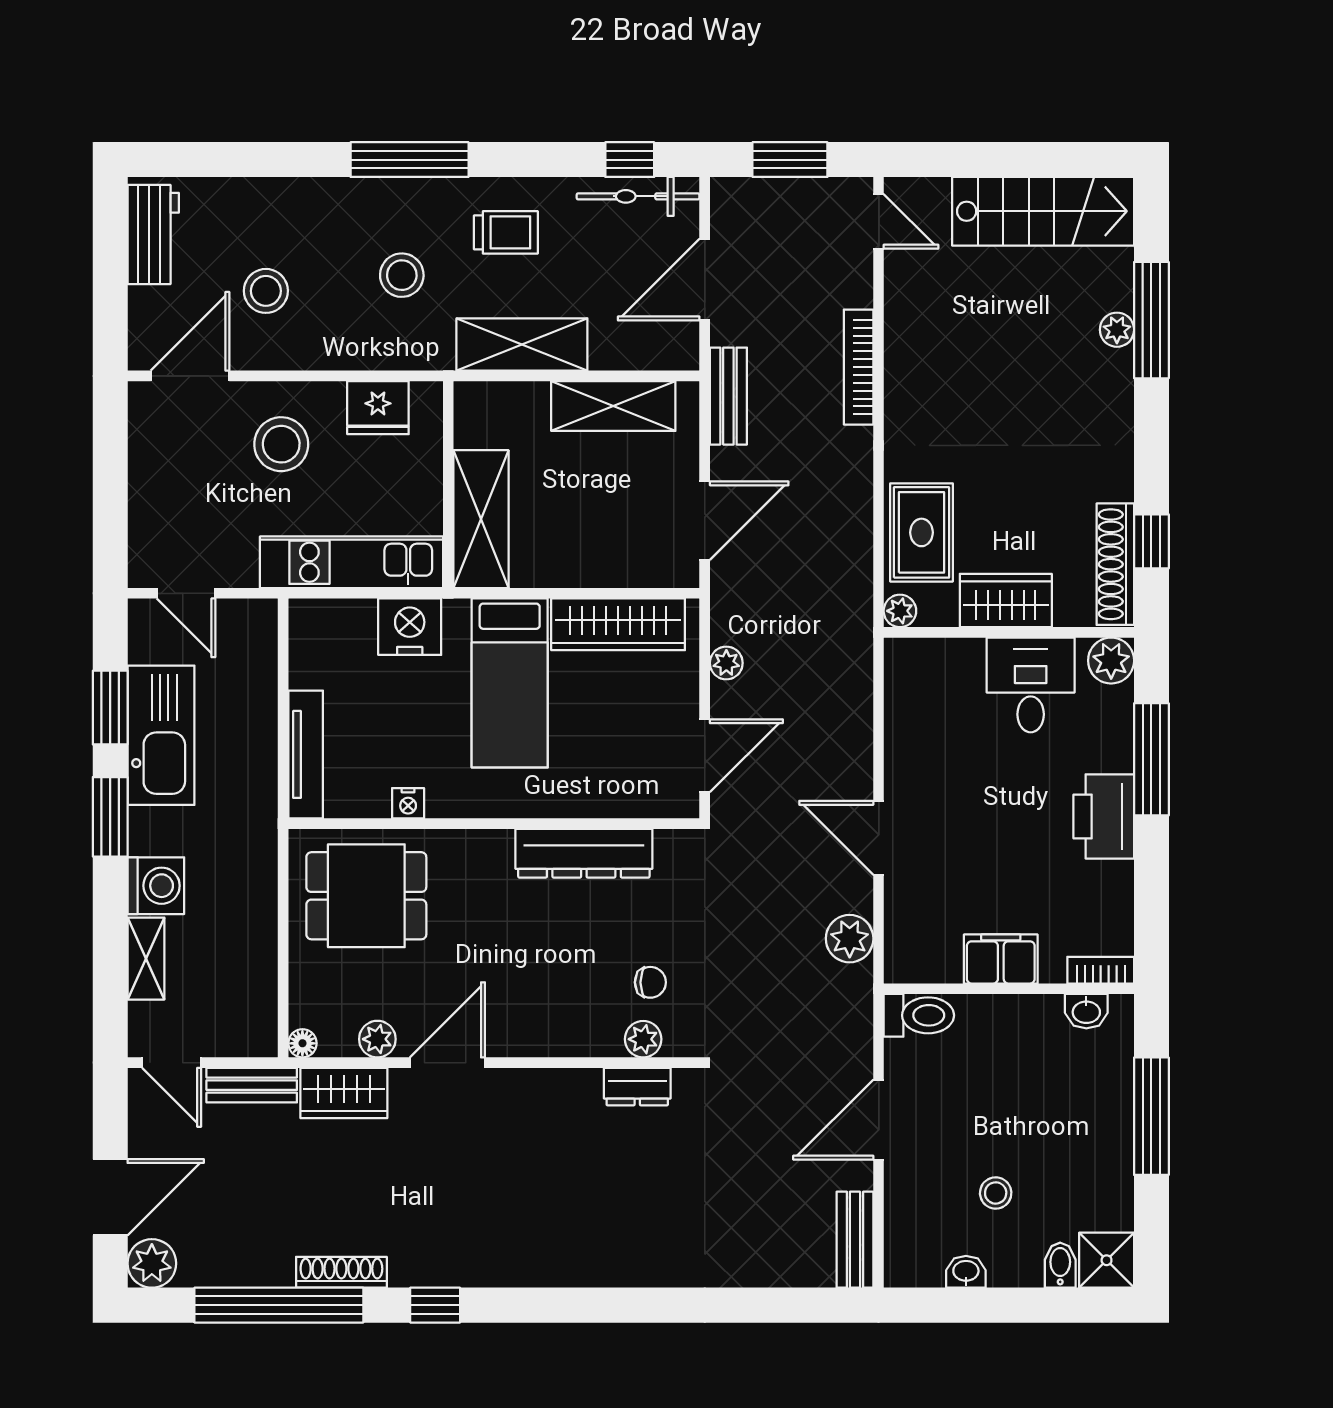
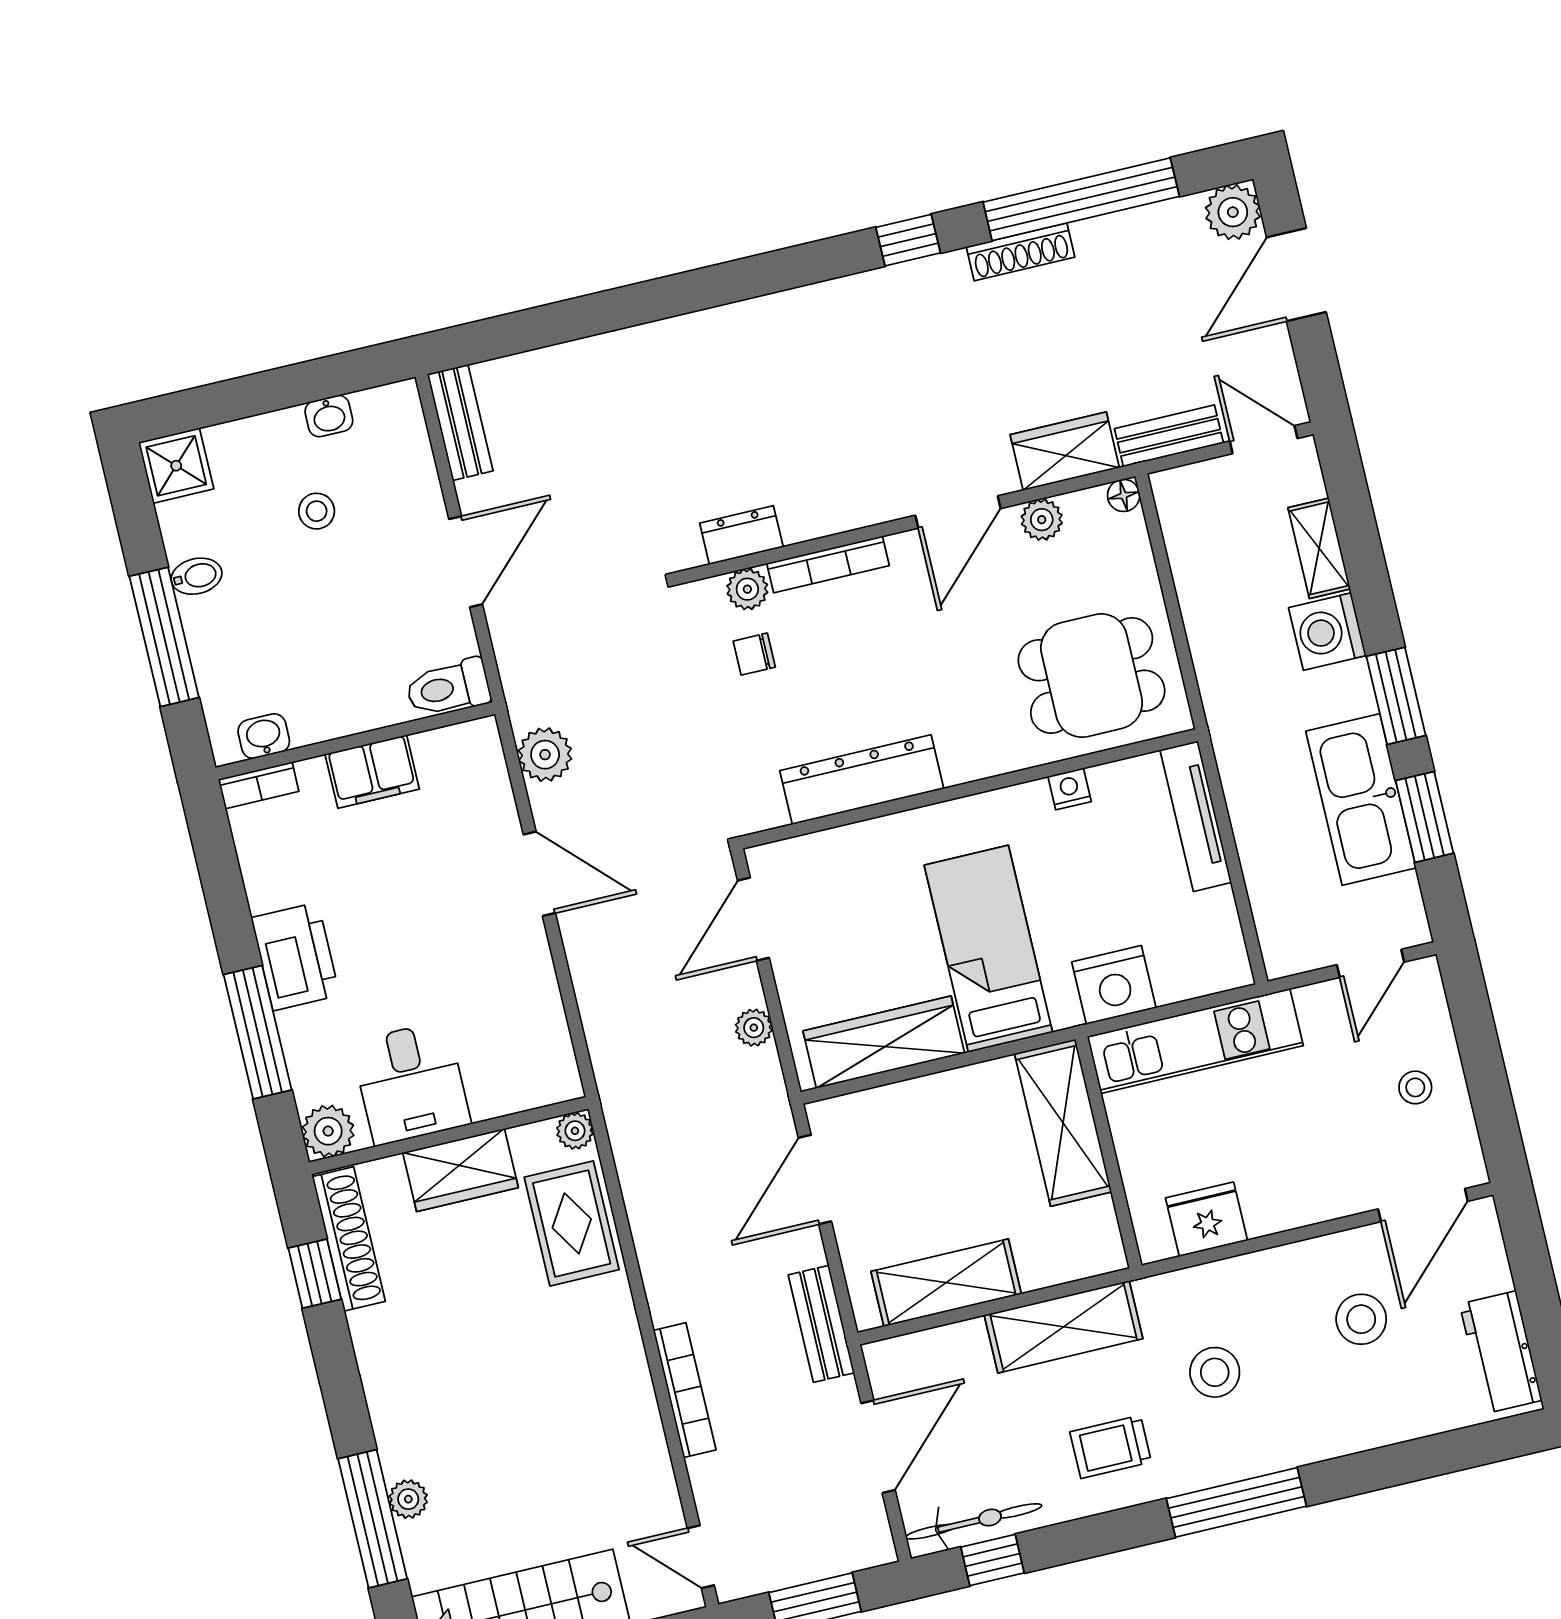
stool: (281, 444) -> (1415, 1087), moved, width x0.53, depth x0.53
door: (186, 593) -> (1371, 963), swing flipped
bookcase: (569, 1044) -> (828, 564), added
bidet: (1060, 1265) -> (197, 576), moved, turned -90

